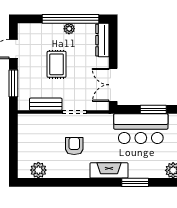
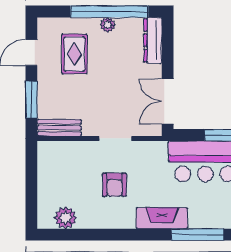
rug: (57, 64) -> (74, 54), moved
bench: (46, 104) -> (59, 128), moved
armchair: (74, 146) -> (115, 185), turned 180
window: (135, 182) -> (198, 235), width x1.44

